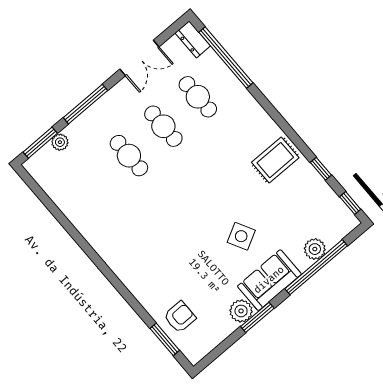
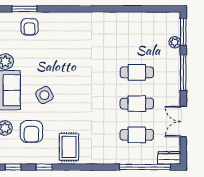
armchair: (294, 216) -> (31, 132), added

